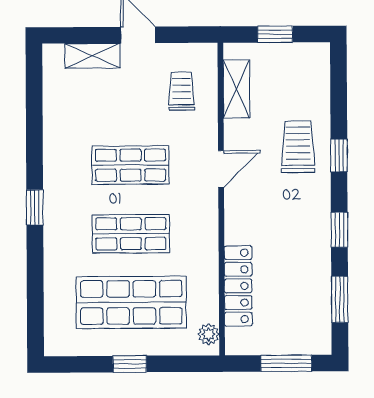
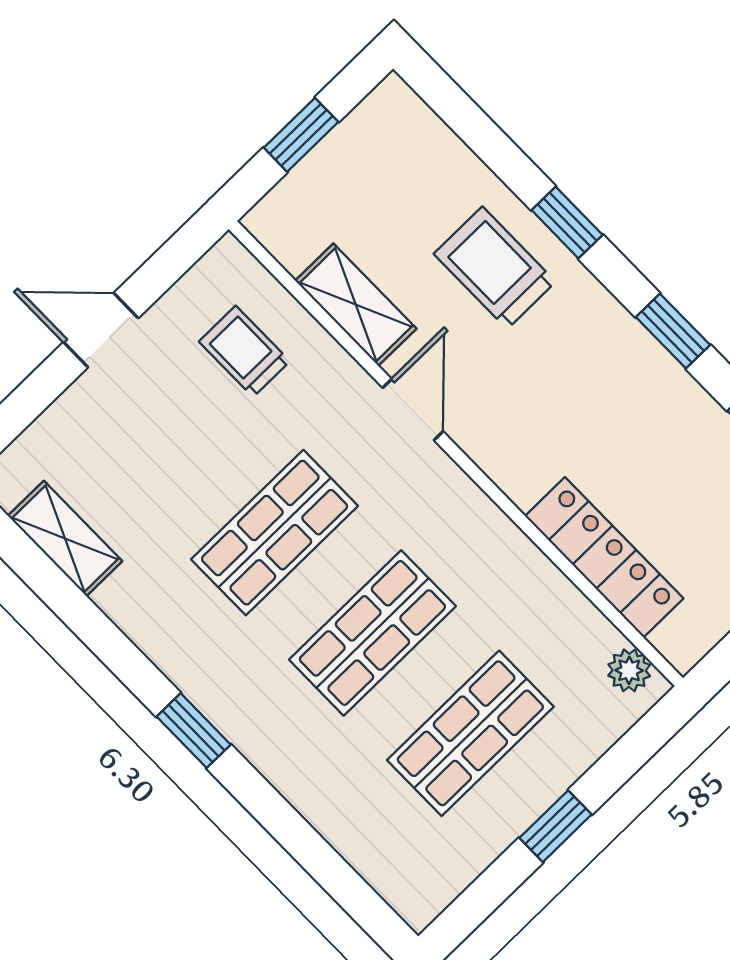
shelving: (92, 56) -> (65, 539), moved, turned 90
shelving: (236, 89) -> (356, 305), moved
shop shelf: (131, 302) -> (470, 733), width x0.70, depth x0.74

